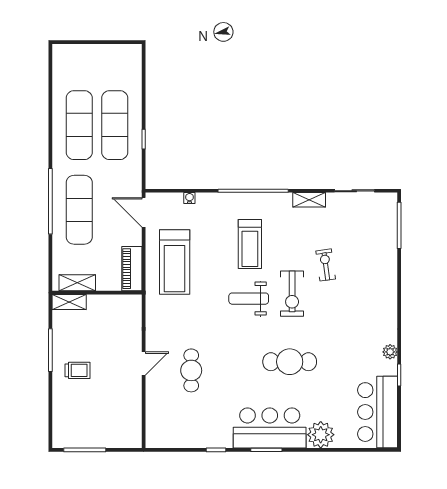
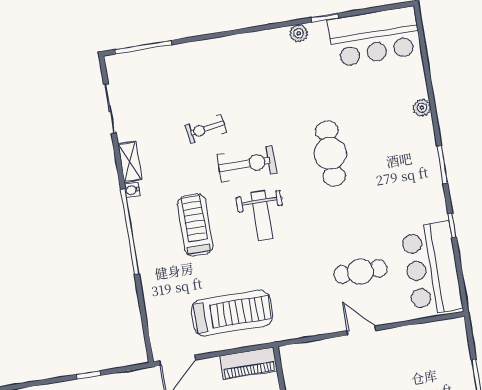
water cooler: (189, 198) -> (132, 190), moved
treadmill: (250, 244) -> (195, 225), turned -90
bar counter: (270, 428) -> (432, 268), moved
plant: (321, 435) -> (422, 108), width x0.53, depth x0.53

